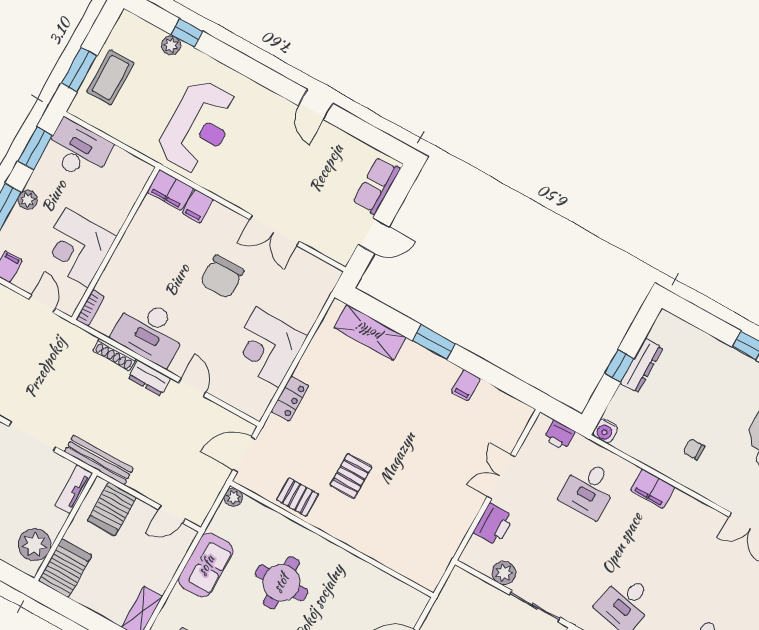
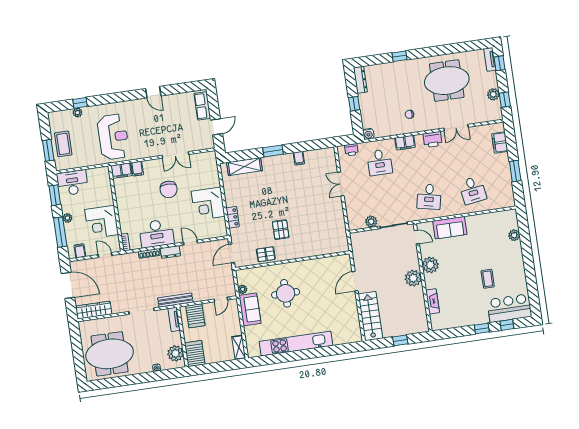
dresser: (641, 365) -> (360, 80), moved
plant: (233, 497) -> (243, 289), moved
printer: (494, 524) -> (433, 139), moved, turned 90

